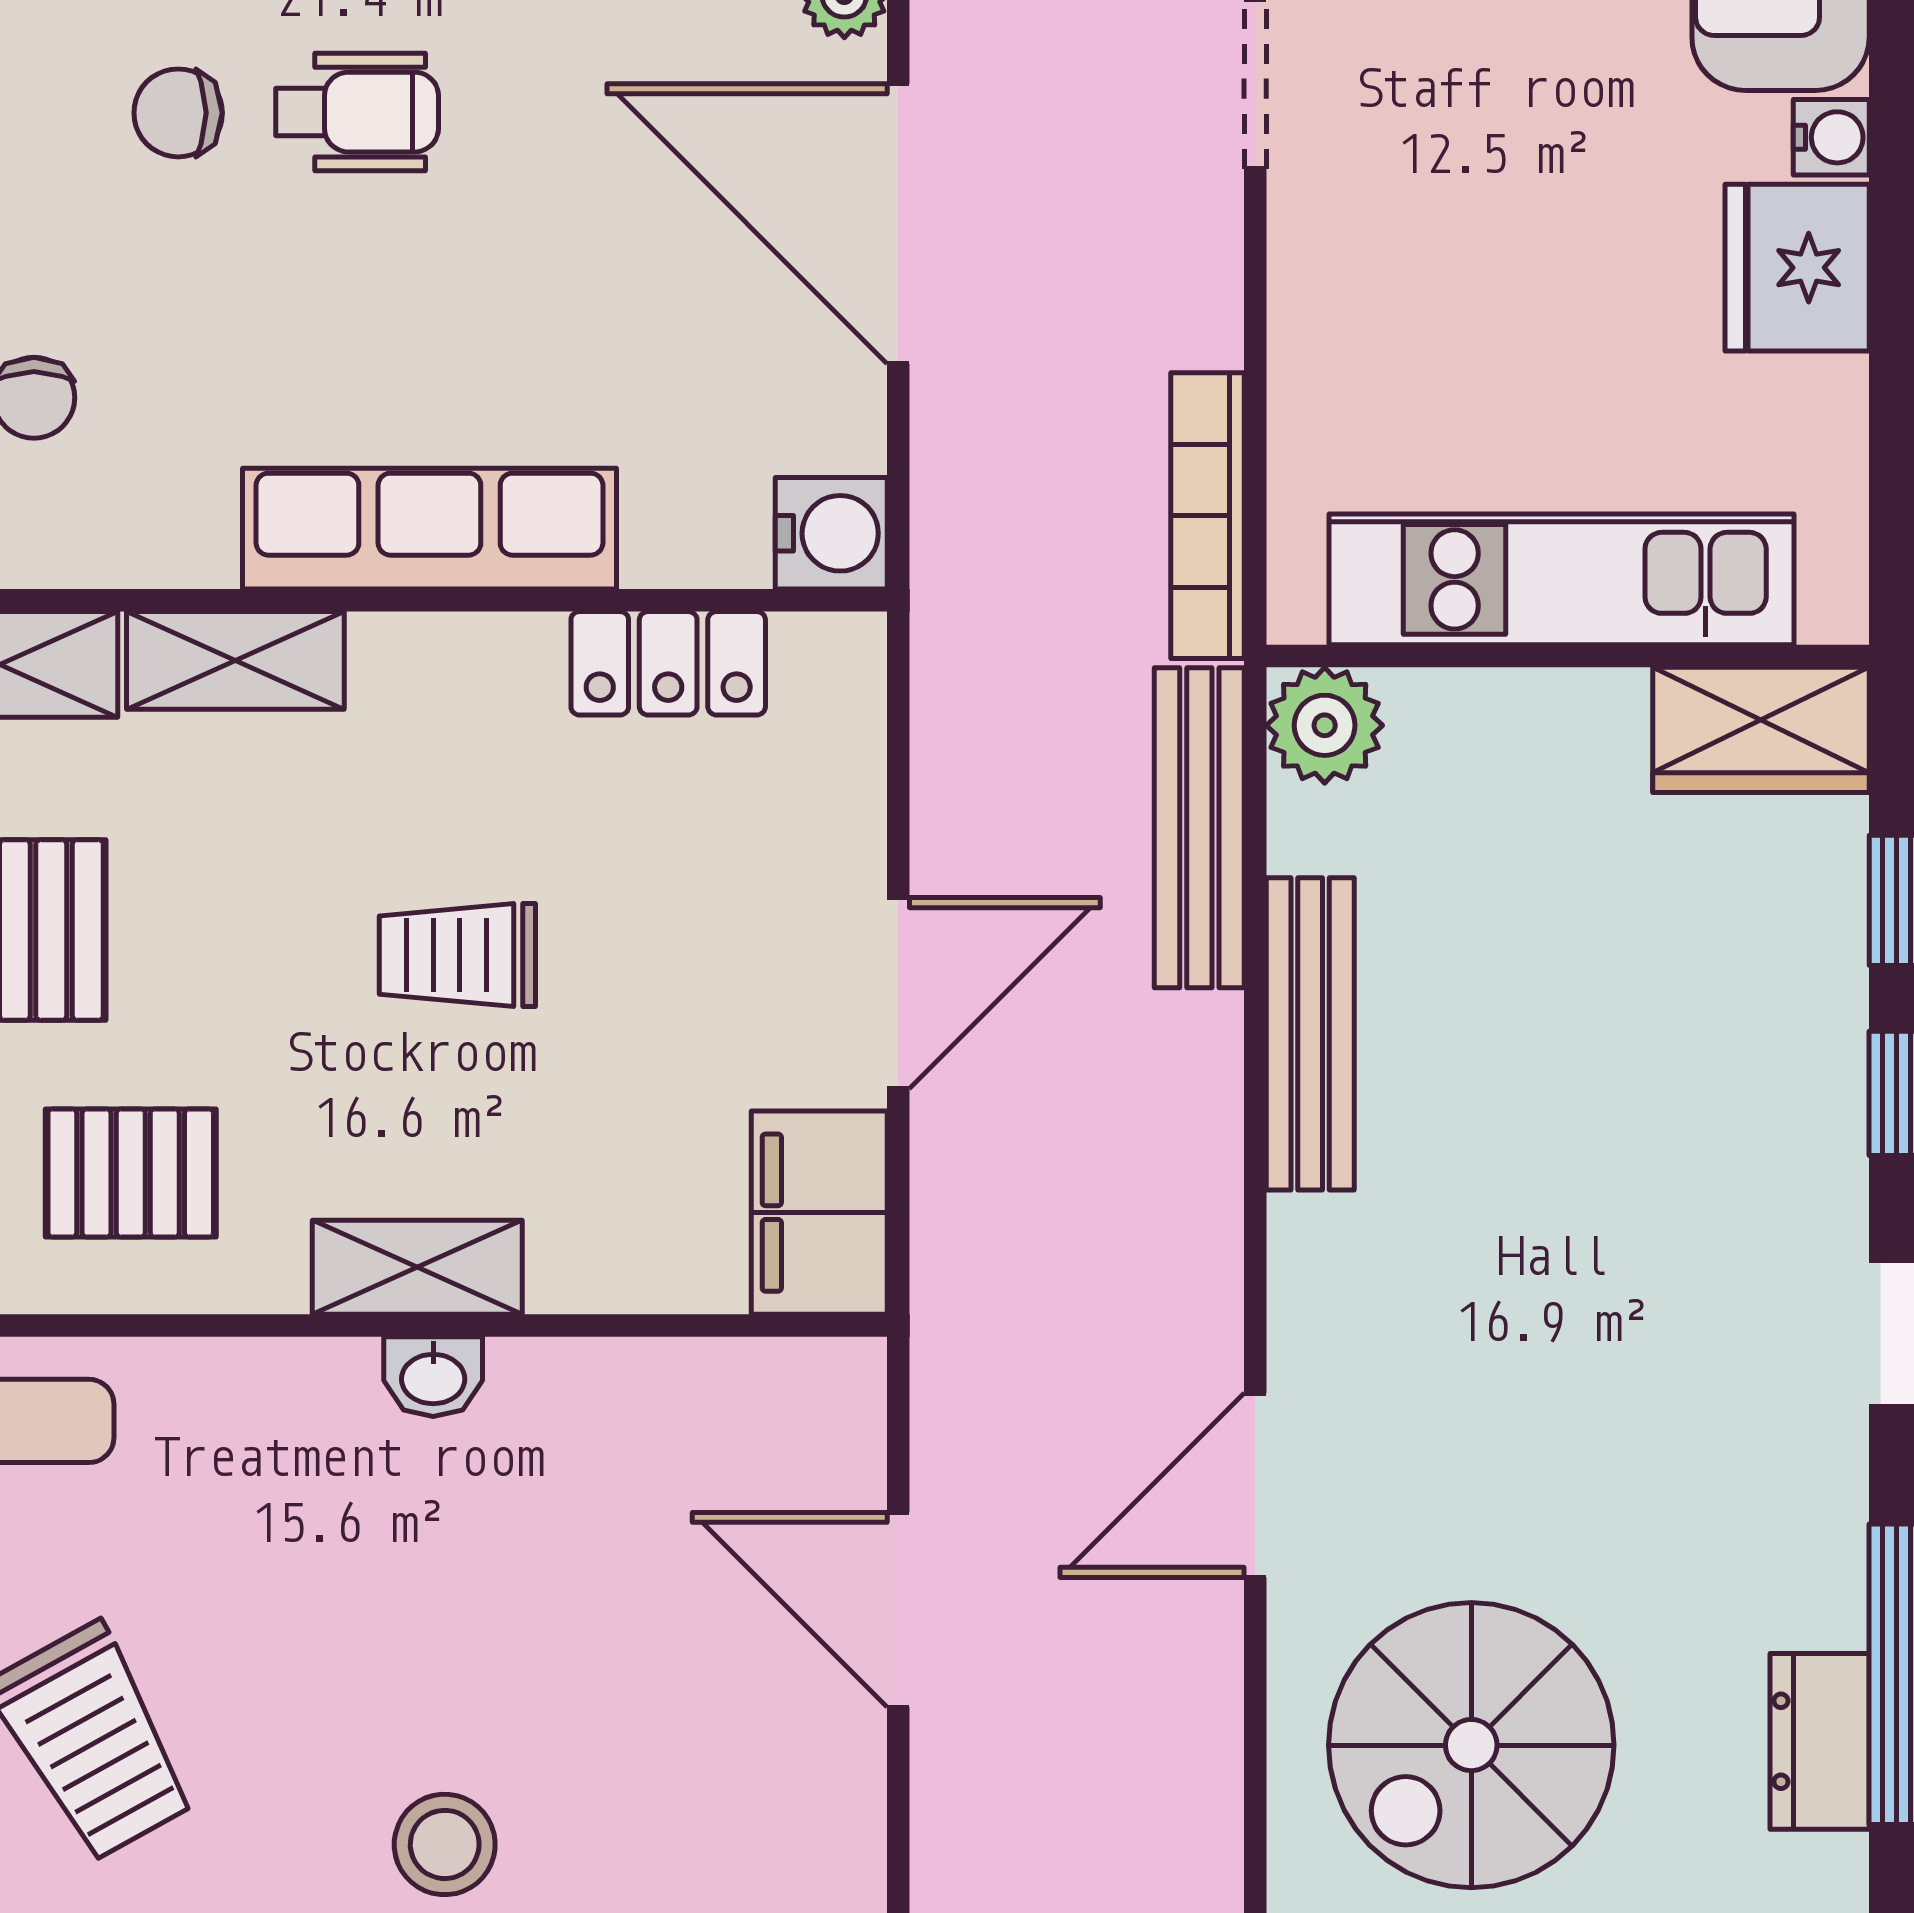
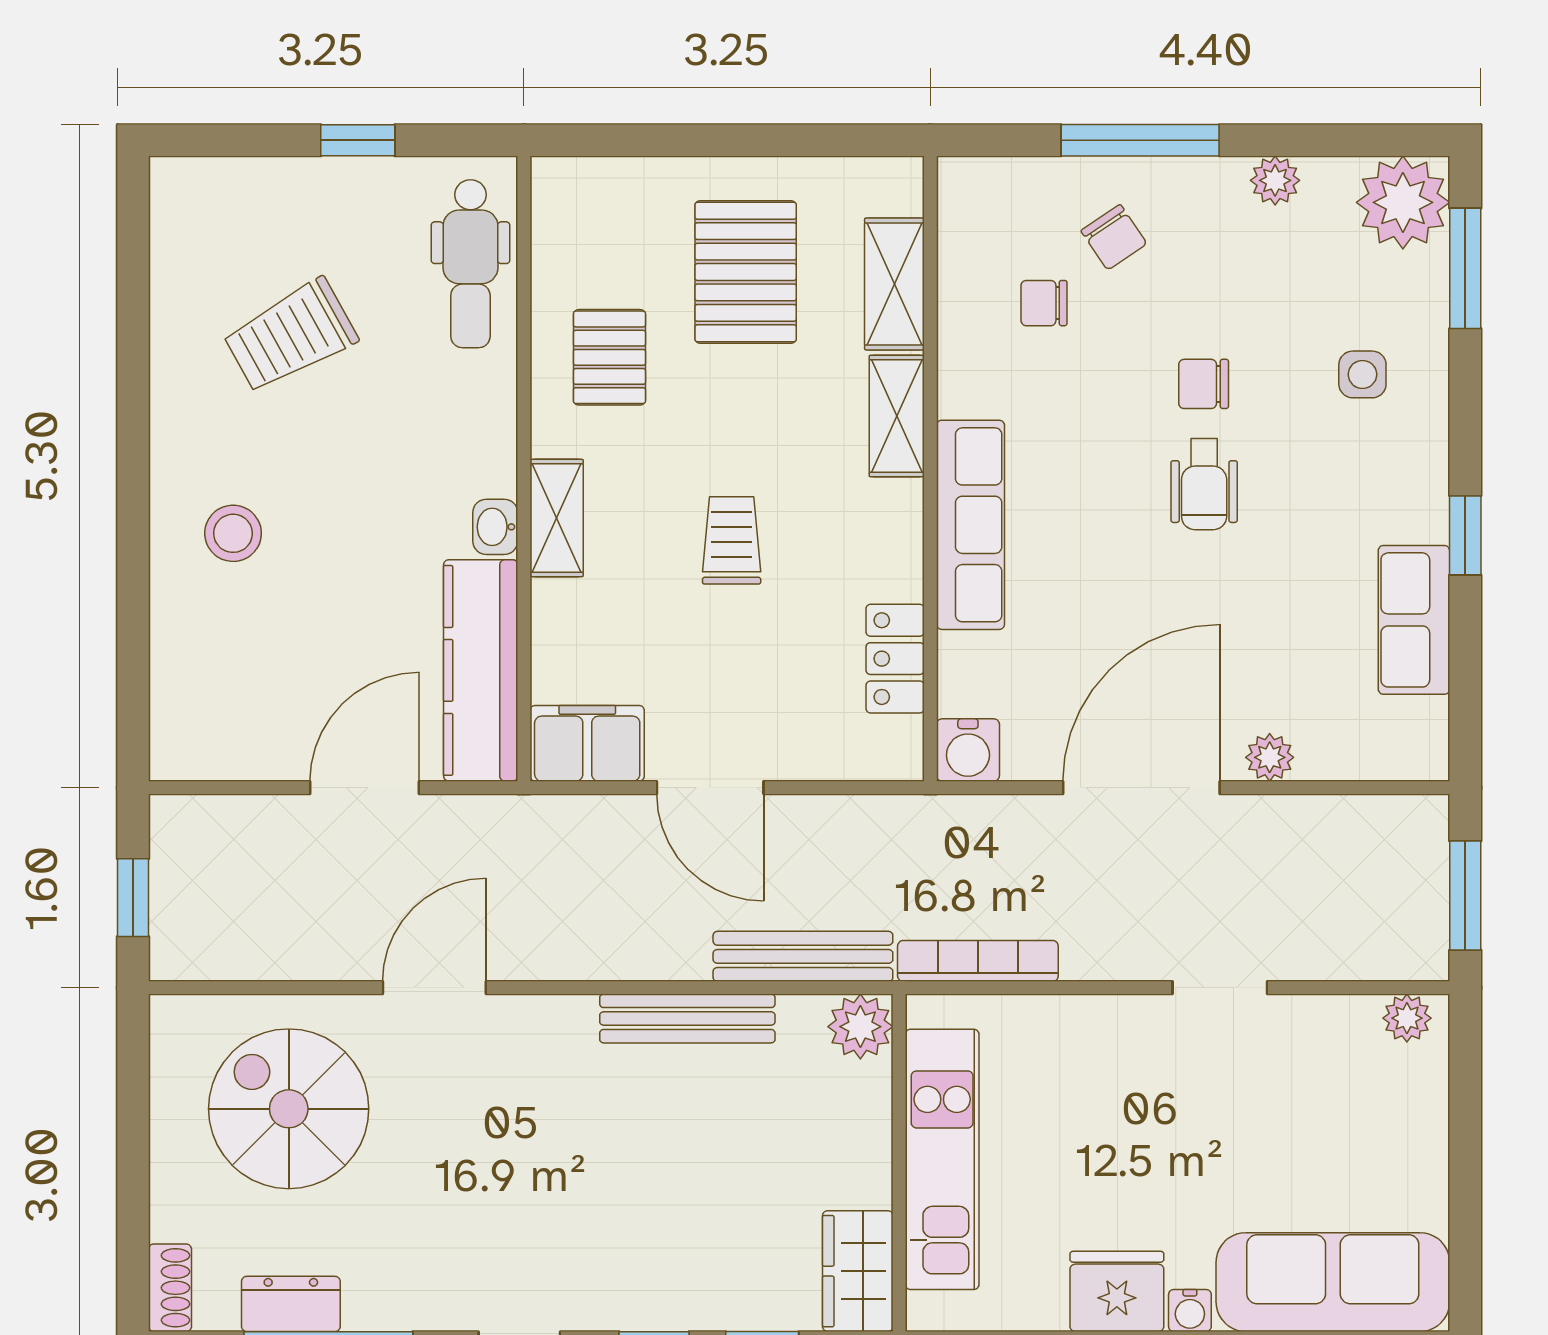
chair: (178, 113) -> (1204, 384), turned -90
kitchen counter: (689, 1403) -> (481, 670), added
door: (1255, 1485) -> (434, 988), hinge flipped

